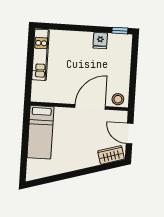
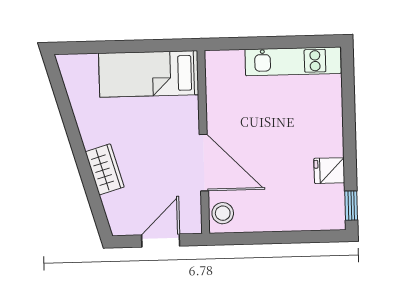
wardrobe: (111, 155) -> (105, 169), moved

